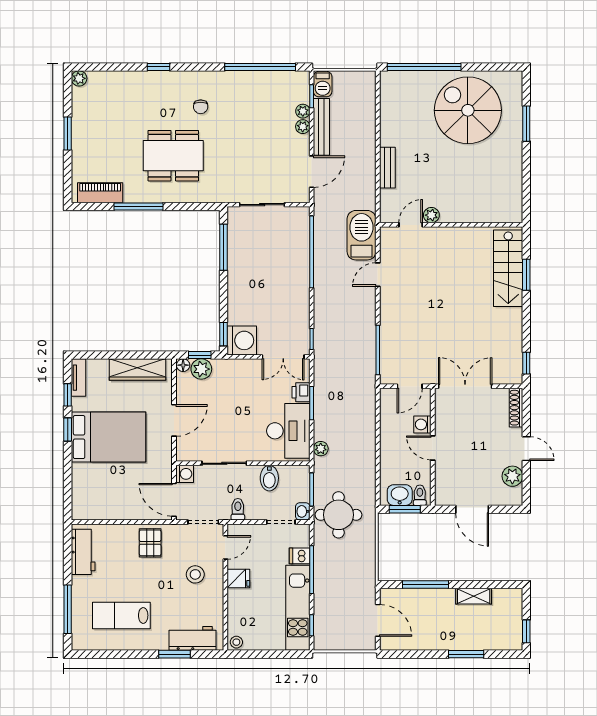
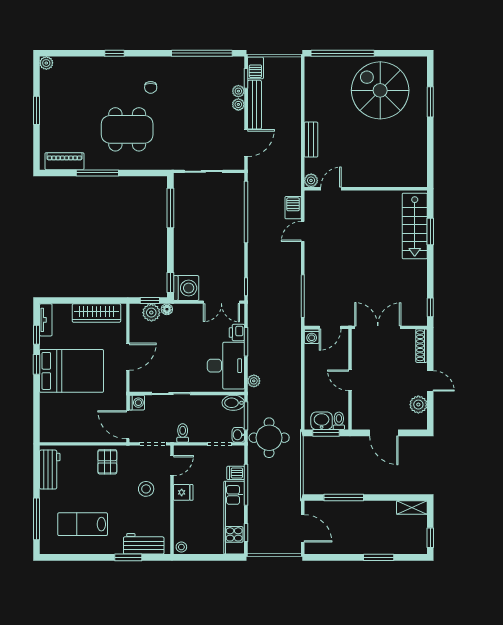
plant: (431, 215) -> (311, 180), moved
barbecue: (362, 235) -> (293, 208), width x0.53, depth x0.65
floor lamp: (183, 365) -> (167, 309), moved
washing machine: (422, 424) -> (312, 336), moved, turned -90
bidet: (269, 478) -> (233, 403), moved, turned 90
shelving: (474, 596) -> (412, 508), moved

